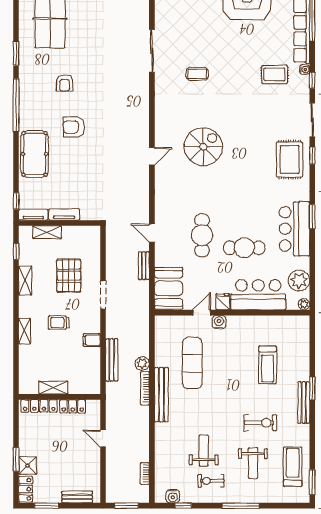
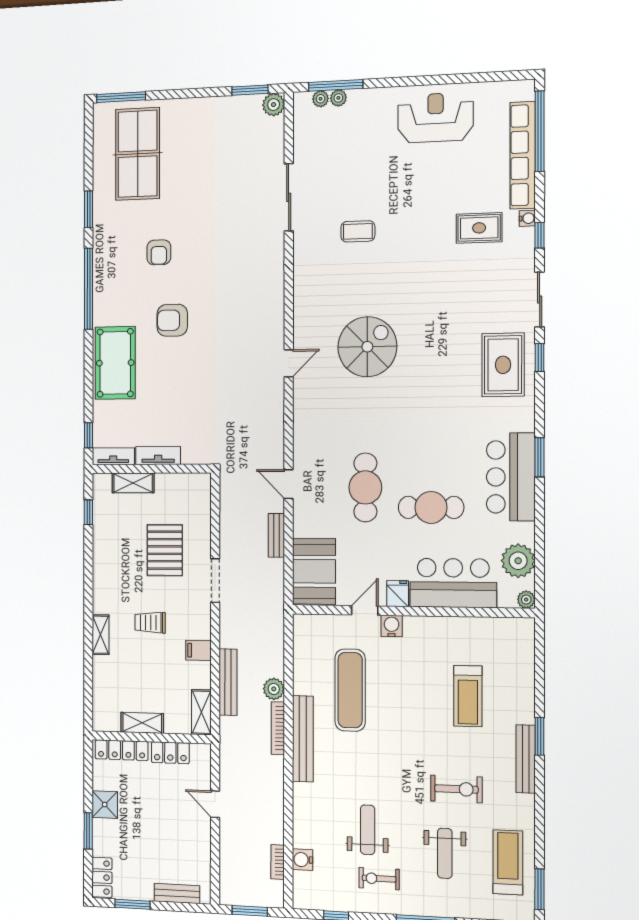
shelving: (25, 281) -> (201, 712), moved
shower: (28, 466) -> (105, 805), moved
water cooler: (173, 496) -> (303, 860), moved, turned 90

